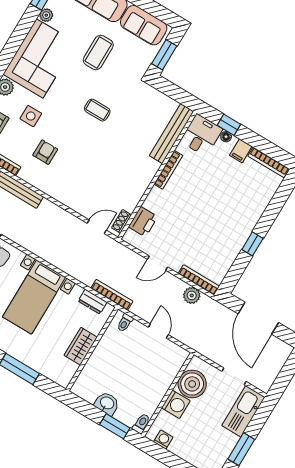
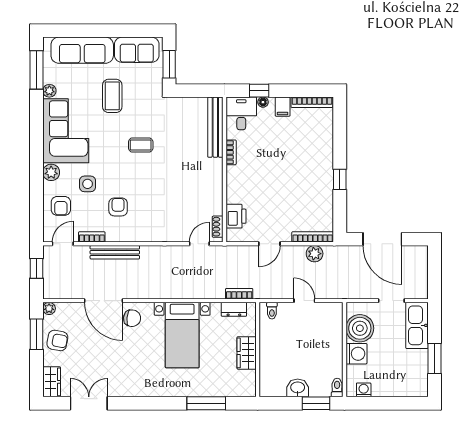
bookcase: (168, 170) -> (231, 152), width x0.64
bookcase: (112, 295) -> (239, 294), width x0.64

